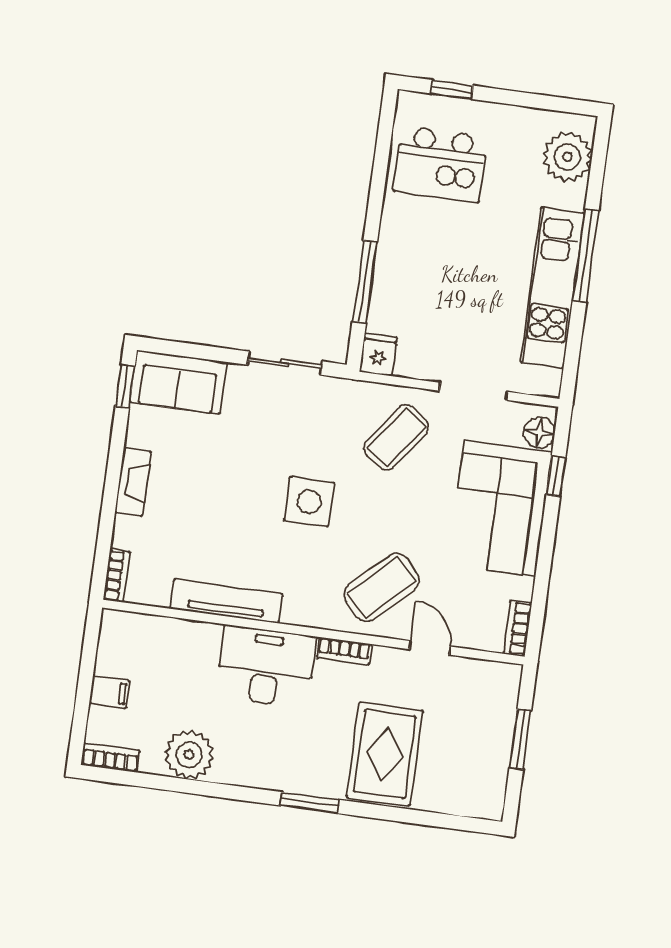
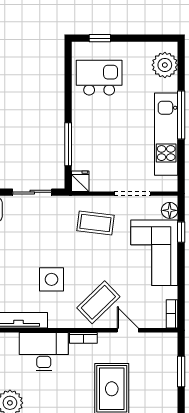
kitchen island: (440, 164) -> (99, 78), turned 180
coffee table: (396, 437) -> (95, 223), turned 61
side table: (309, 502) -> (52, 279), moved

